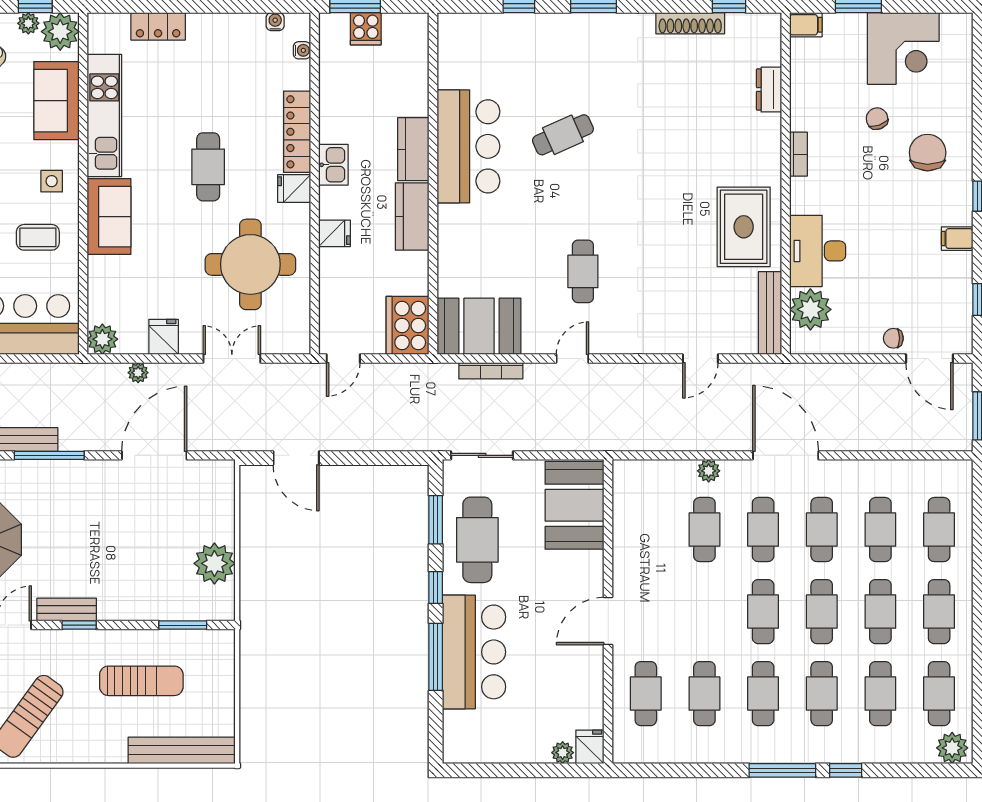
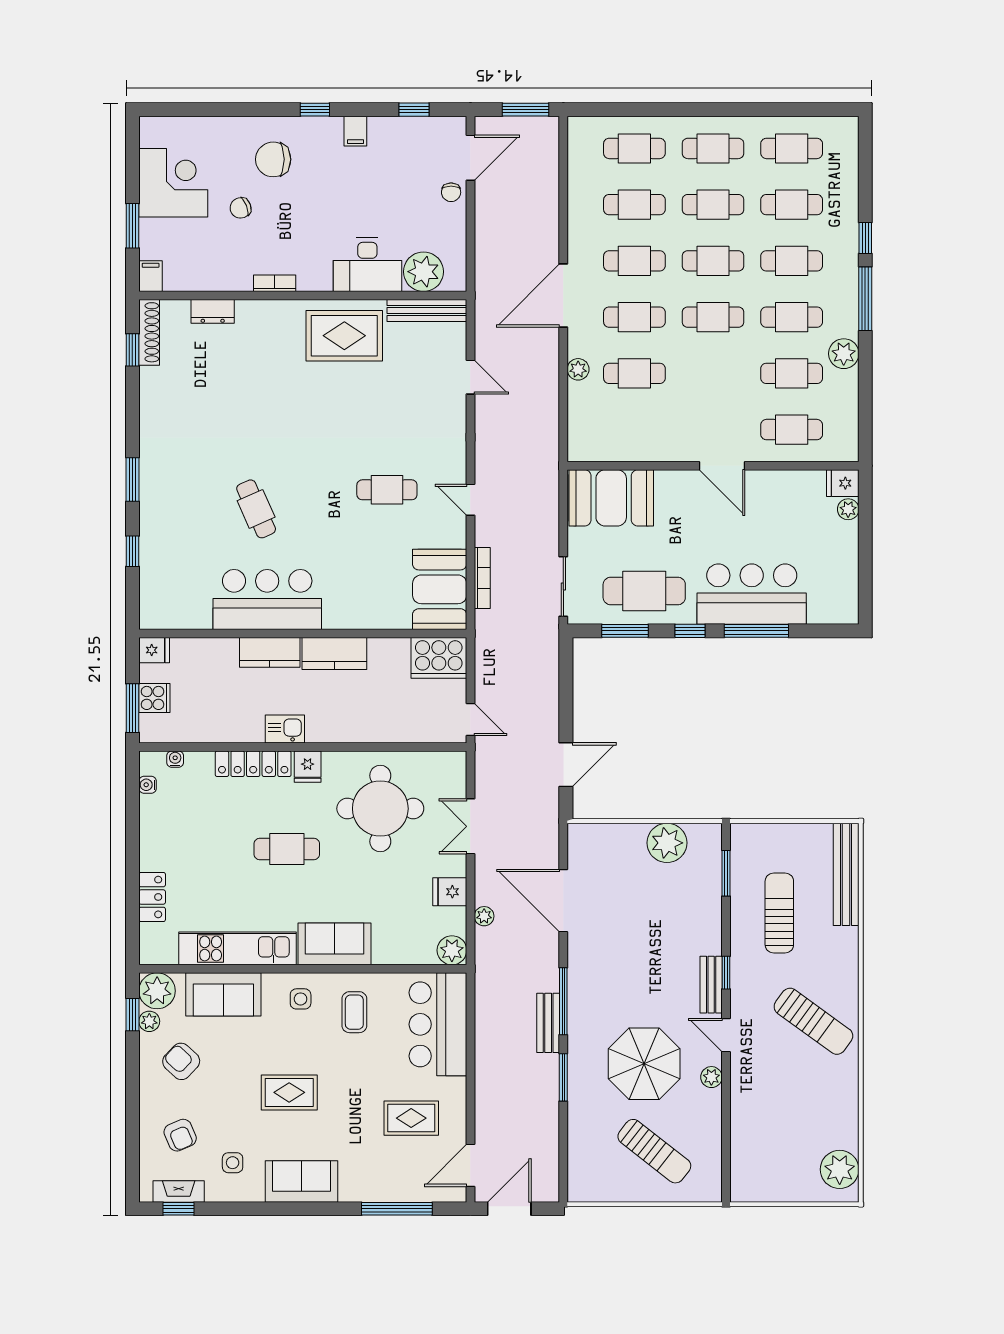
shoe rack: (690, 23) -> (149, 332), moved
fridge: (334, 233) -> (154, 650), moved, turned 90
plant: (952, 748) -> (844, 354), moved

